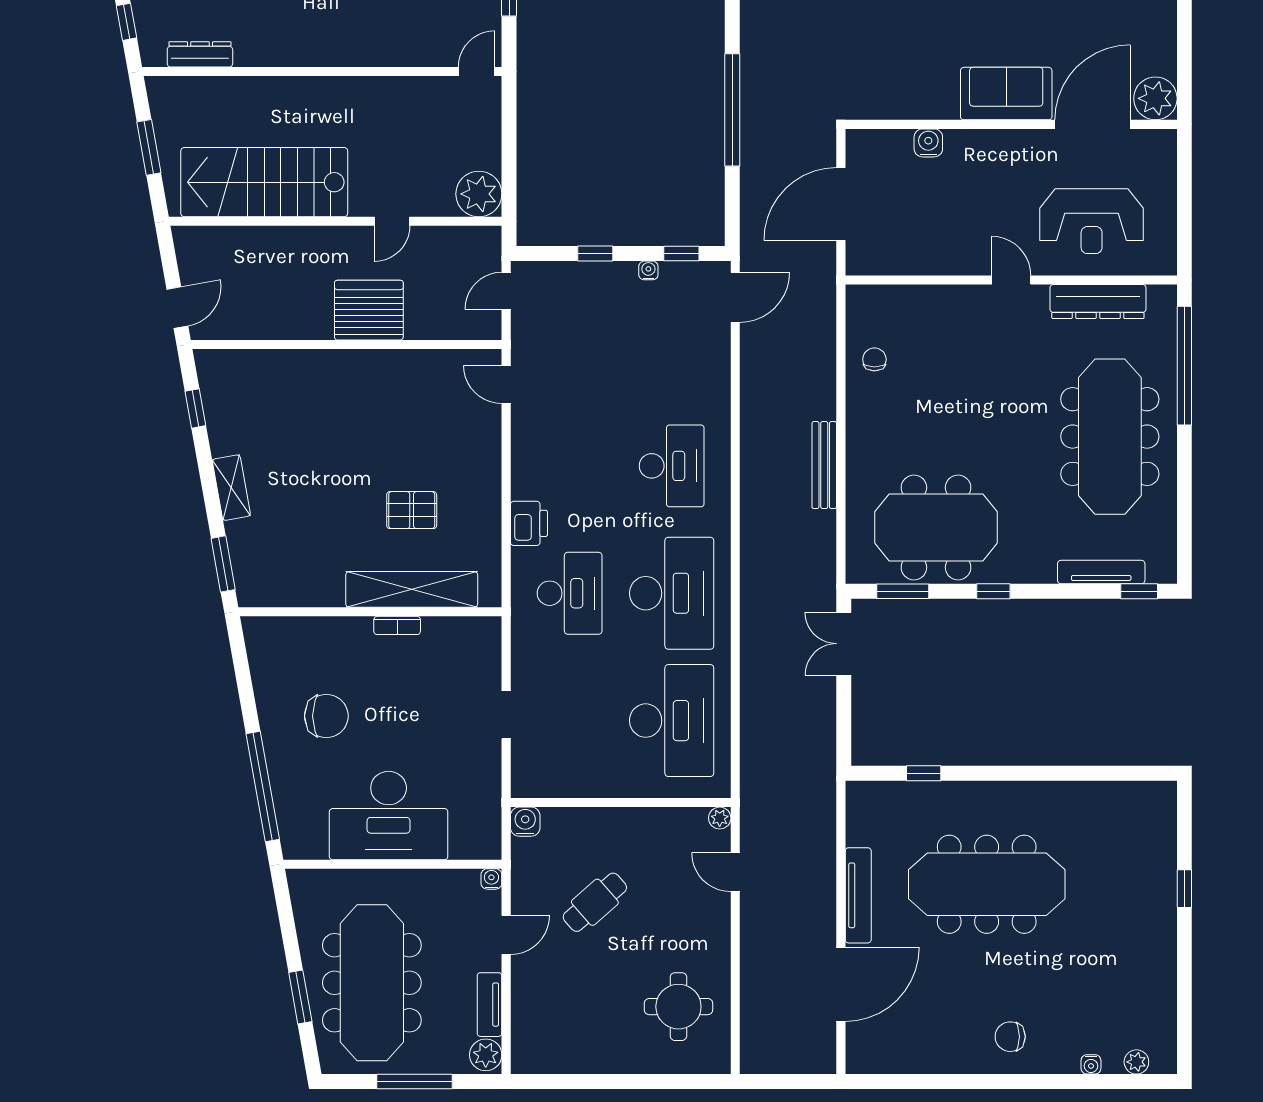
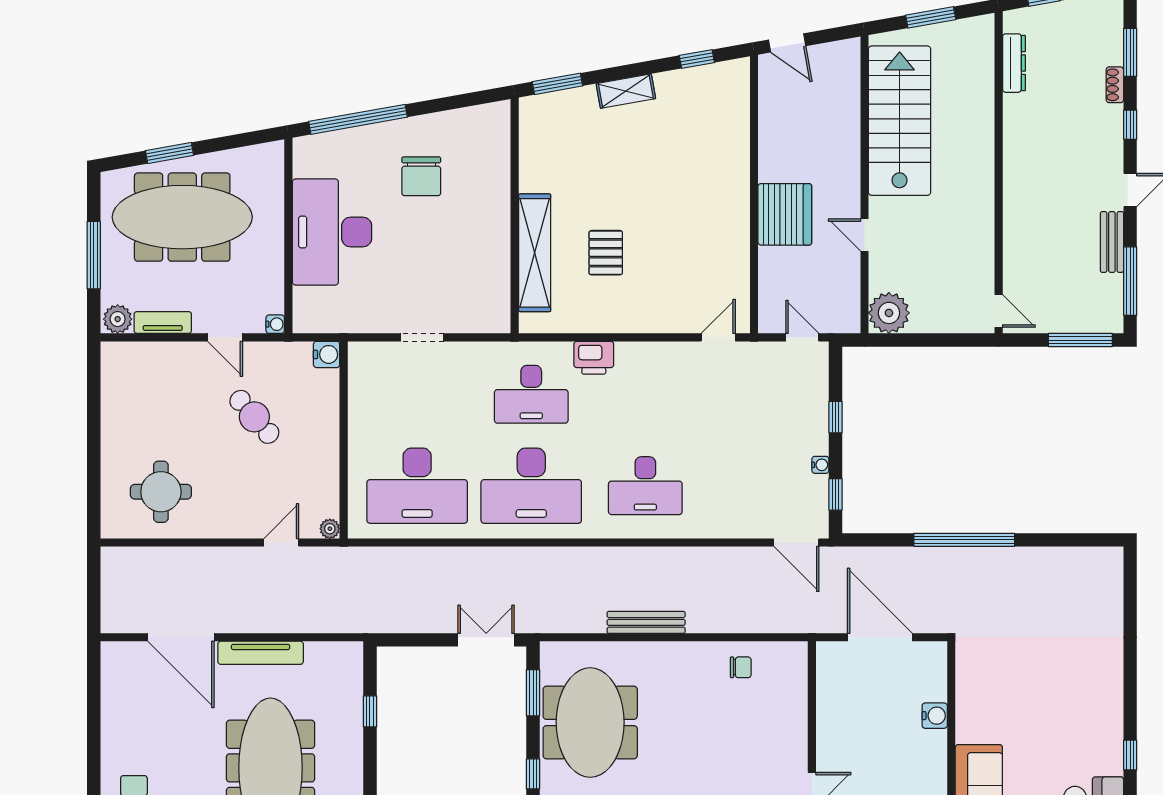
bookcase: (397, 625) -> (502, 240), removed

